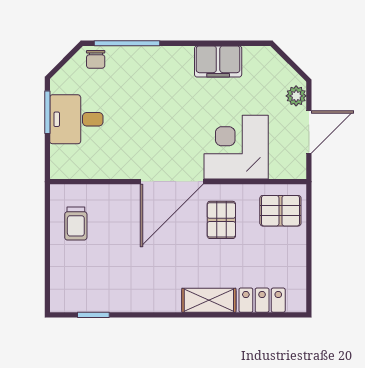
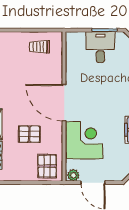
plant: (296, 96) -> (73, 175), moved
pallet: (221, 220) -> (29, 134), moved

